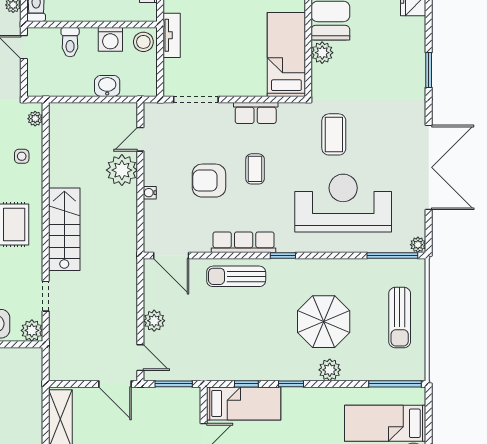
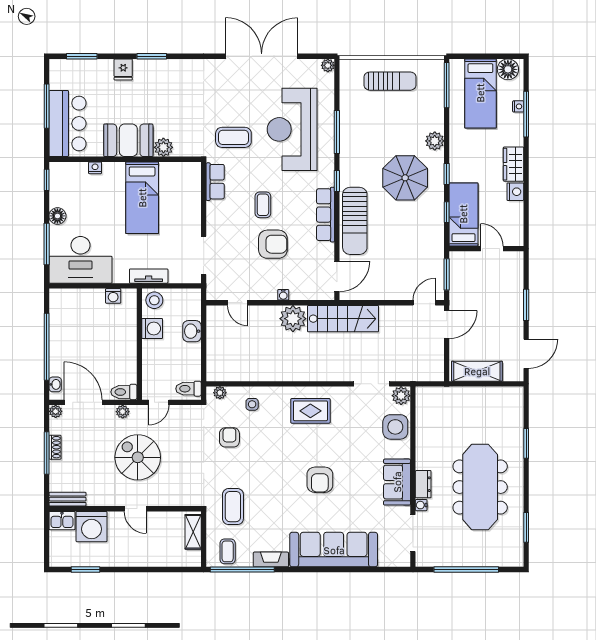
toilet: (70, 42) -> (188, 389), moved, turned 180
bed: (286, 54) -> (142, 198), moved, turned -90
window: (429, 70) -> (152, 56), moved
row of seats: (256, 113) -> (215, 182), moved
coffee table: (255, 169) -> (263, 205), turned 90
plant: (122, 170) -> (293, 319), moved
armchair: (209, 181) -> (273, 244), turned -90
stairs: (64, 229) -> (343, 319), moved, turned 180
window: (392, 255) -> (337, 132), moved
sun lounger: (236, 276) -> (355, 221), width x1.36, depth x1.34
doorway: (46, 296) -> (372, 384), width x1.38
plant: (154, 321) -> (393, 291), removed
parasol: (324, 322) -> (405, 178), moved

